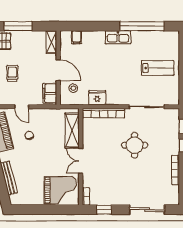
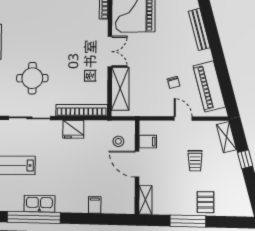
filing cabinet: (77, 37) -> (95, 205), moved
kitchen sink: (118, 37) -> (39, 204), moved
filing cabinet: (50, 93) -> (148, 142), width x0.50
fridge: (97, 98) -> (73, 129), moved
round table: (135, 145) -> (32, 78), moved

